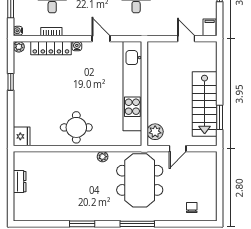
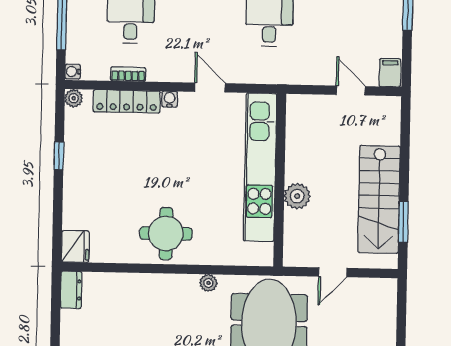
plant: (155, 132) -> (297, 196), moved
dresser: (20, 182) -> (71, 290), moved

